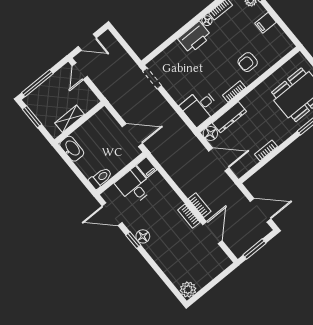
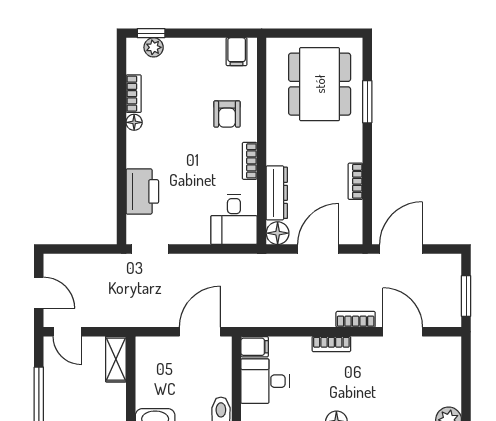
filing cabinet: (266, 23) -> (237, 52), moved
printer: (195, 37) -> (142, 191), moved
door: (87, 42) -> (39, 293), hinge flipped
shelving: (70, 119) -> (116, 359), moved
door: (260, 210) -> (401, 249), moved
bookcase: (189, 216) -> (331, 344), moved

